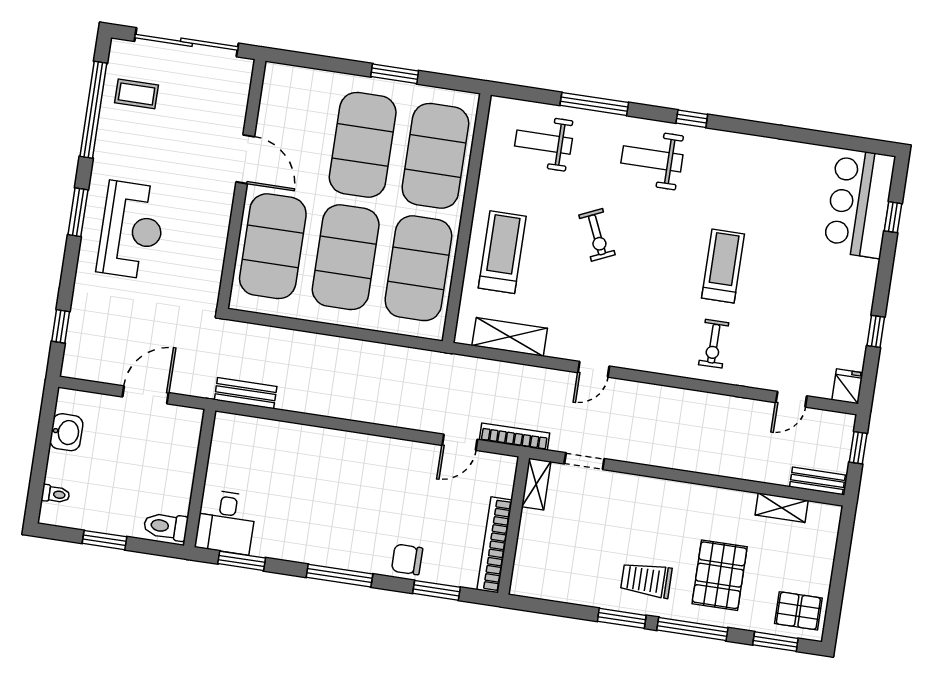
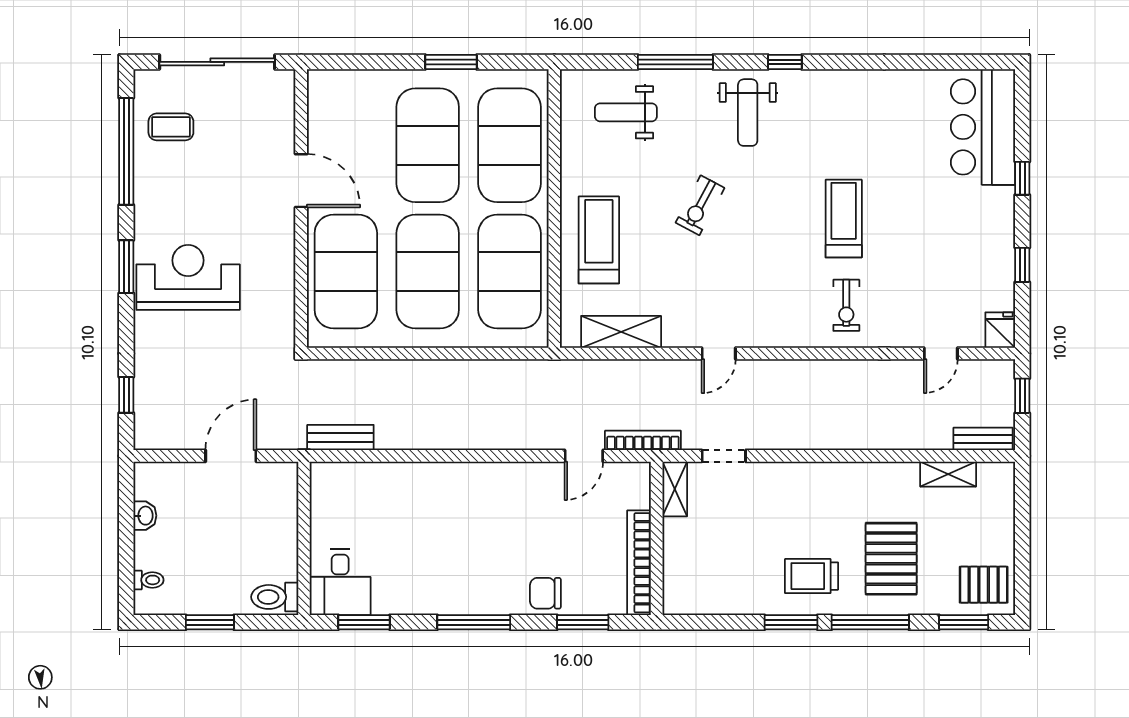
weight bench: (652, 159) -> (748, 113), turned -90
window: (893, 217) -> (1022, 178), moved
reception desk: (132, 230) -> (188, 277), turned -90
exercise bike: (597, 235) -> (700, 205), turned 52
washbasin: (66, 432) -> (145, 516), width x0.72, depth x0.69

